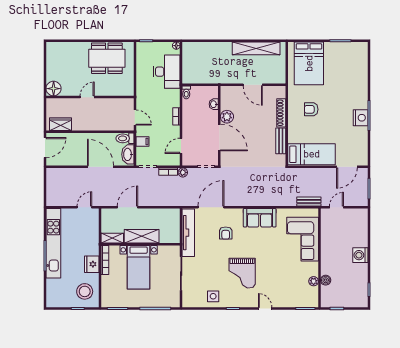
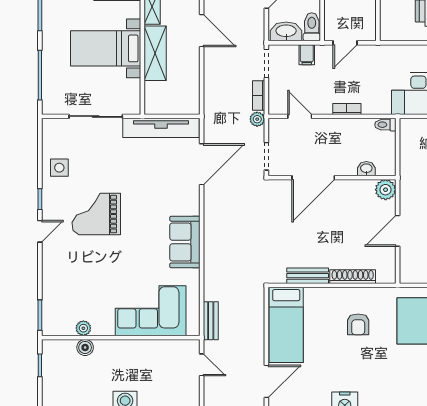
armchair: (311, 109) -> (358, 324), turned 180
plant: (227, 117) -> (386, 190), moved
door: (347, 167) -> (266, 381), swing flipped
door: (211, 207) -> (202, 164), hinge flipped
armchair: (226, 233) -> (161, 188), removed
door: (265, 308) -> (40, 231), moved

